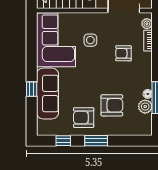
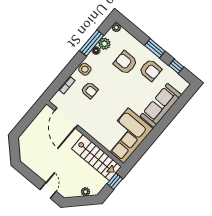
plant: (147, 24) -> (116, 27), moved
side table: (90, 40) -> (85, 69), moved
window: (32, 89) -> (169, 117), removed

